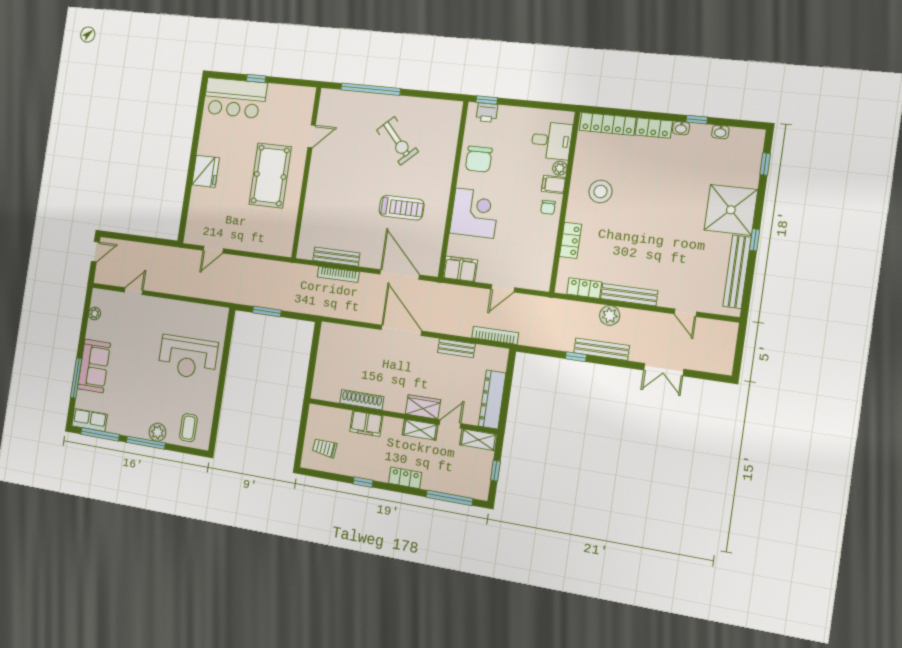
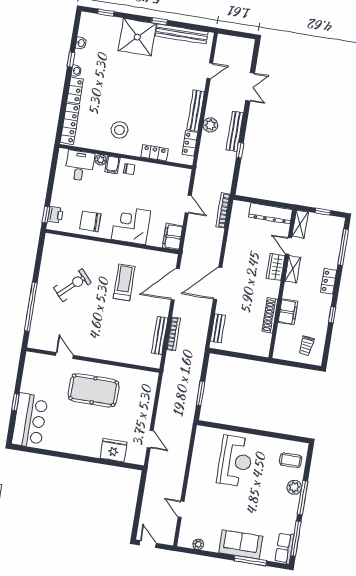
chair: (479, 159) -> (90, 221), turned 180
fridge: (206, 171) -> (113, 450), moved
bench: (456, 348) -> (218, 328), moved

